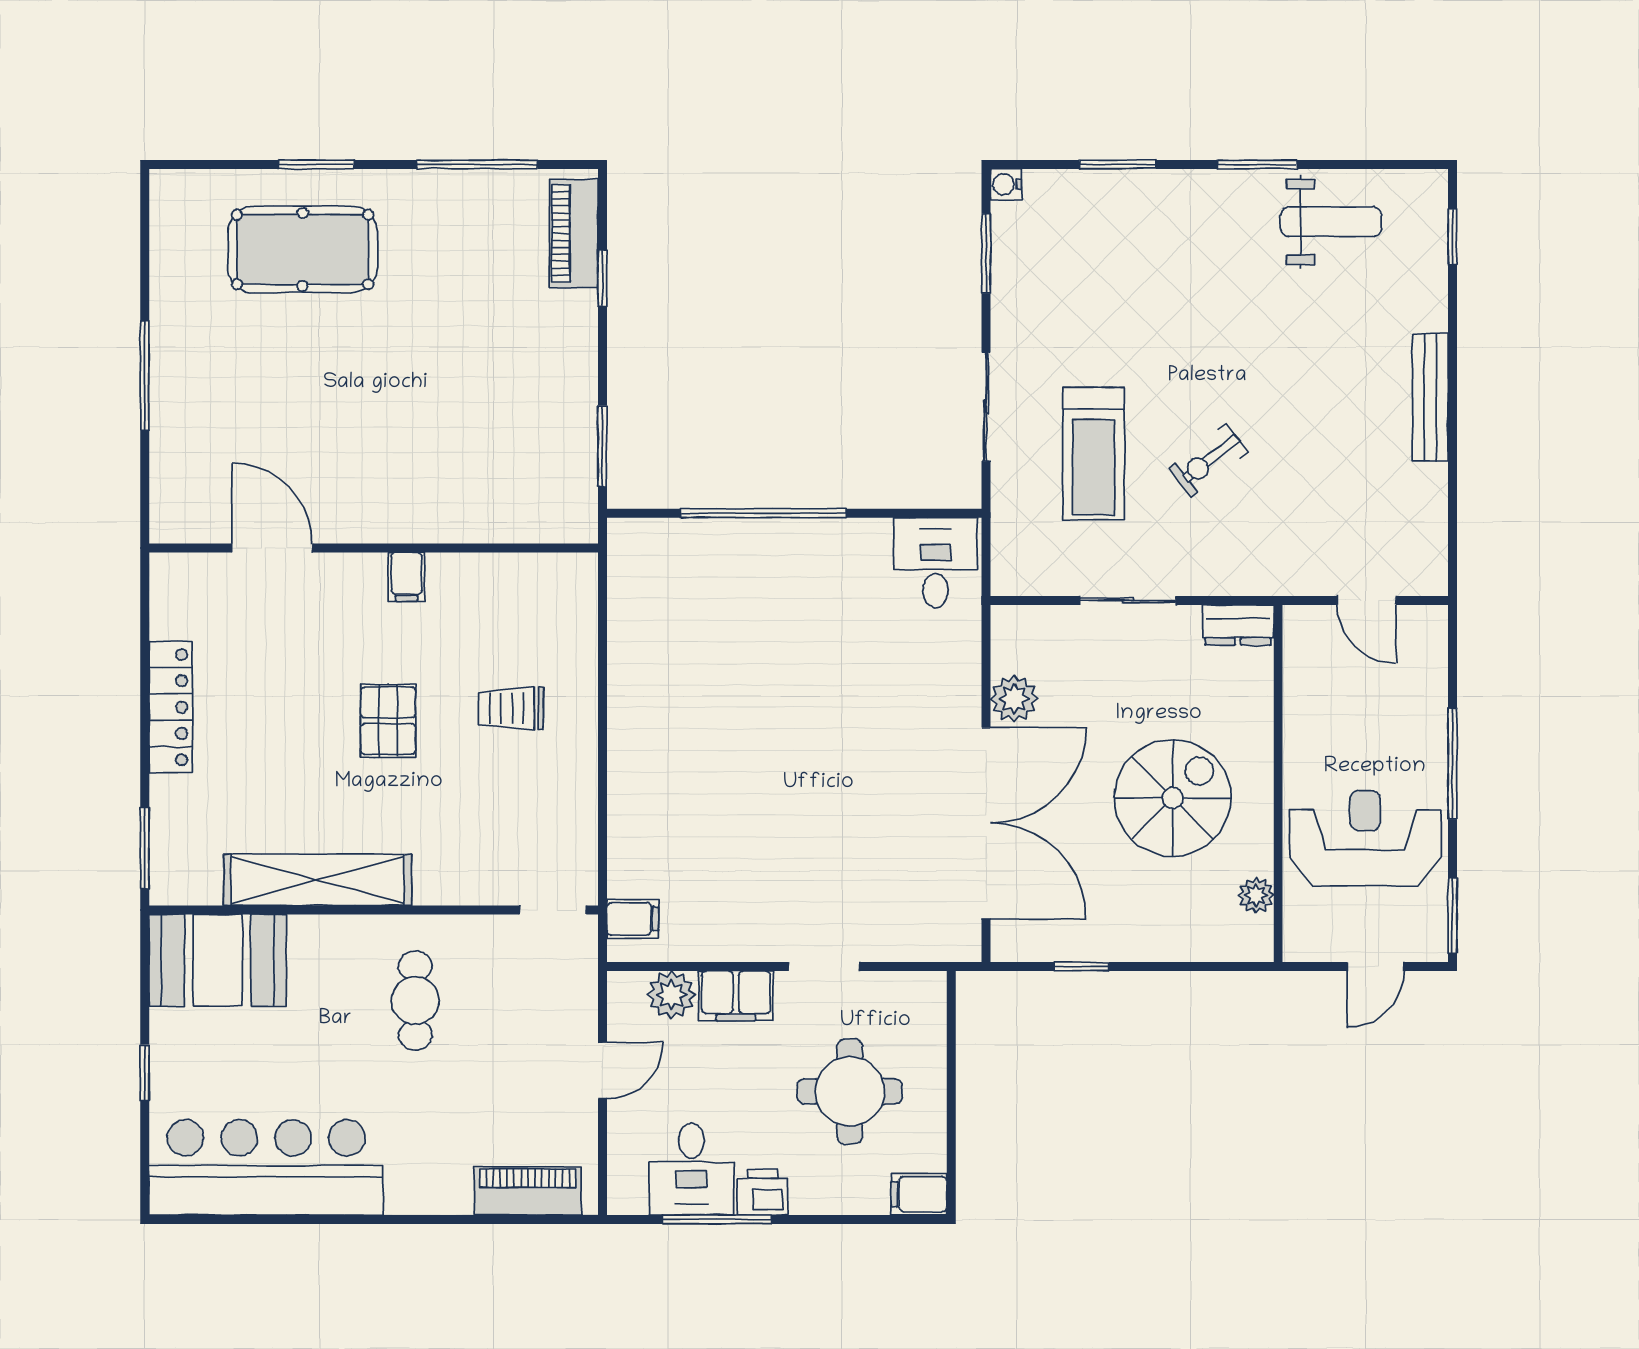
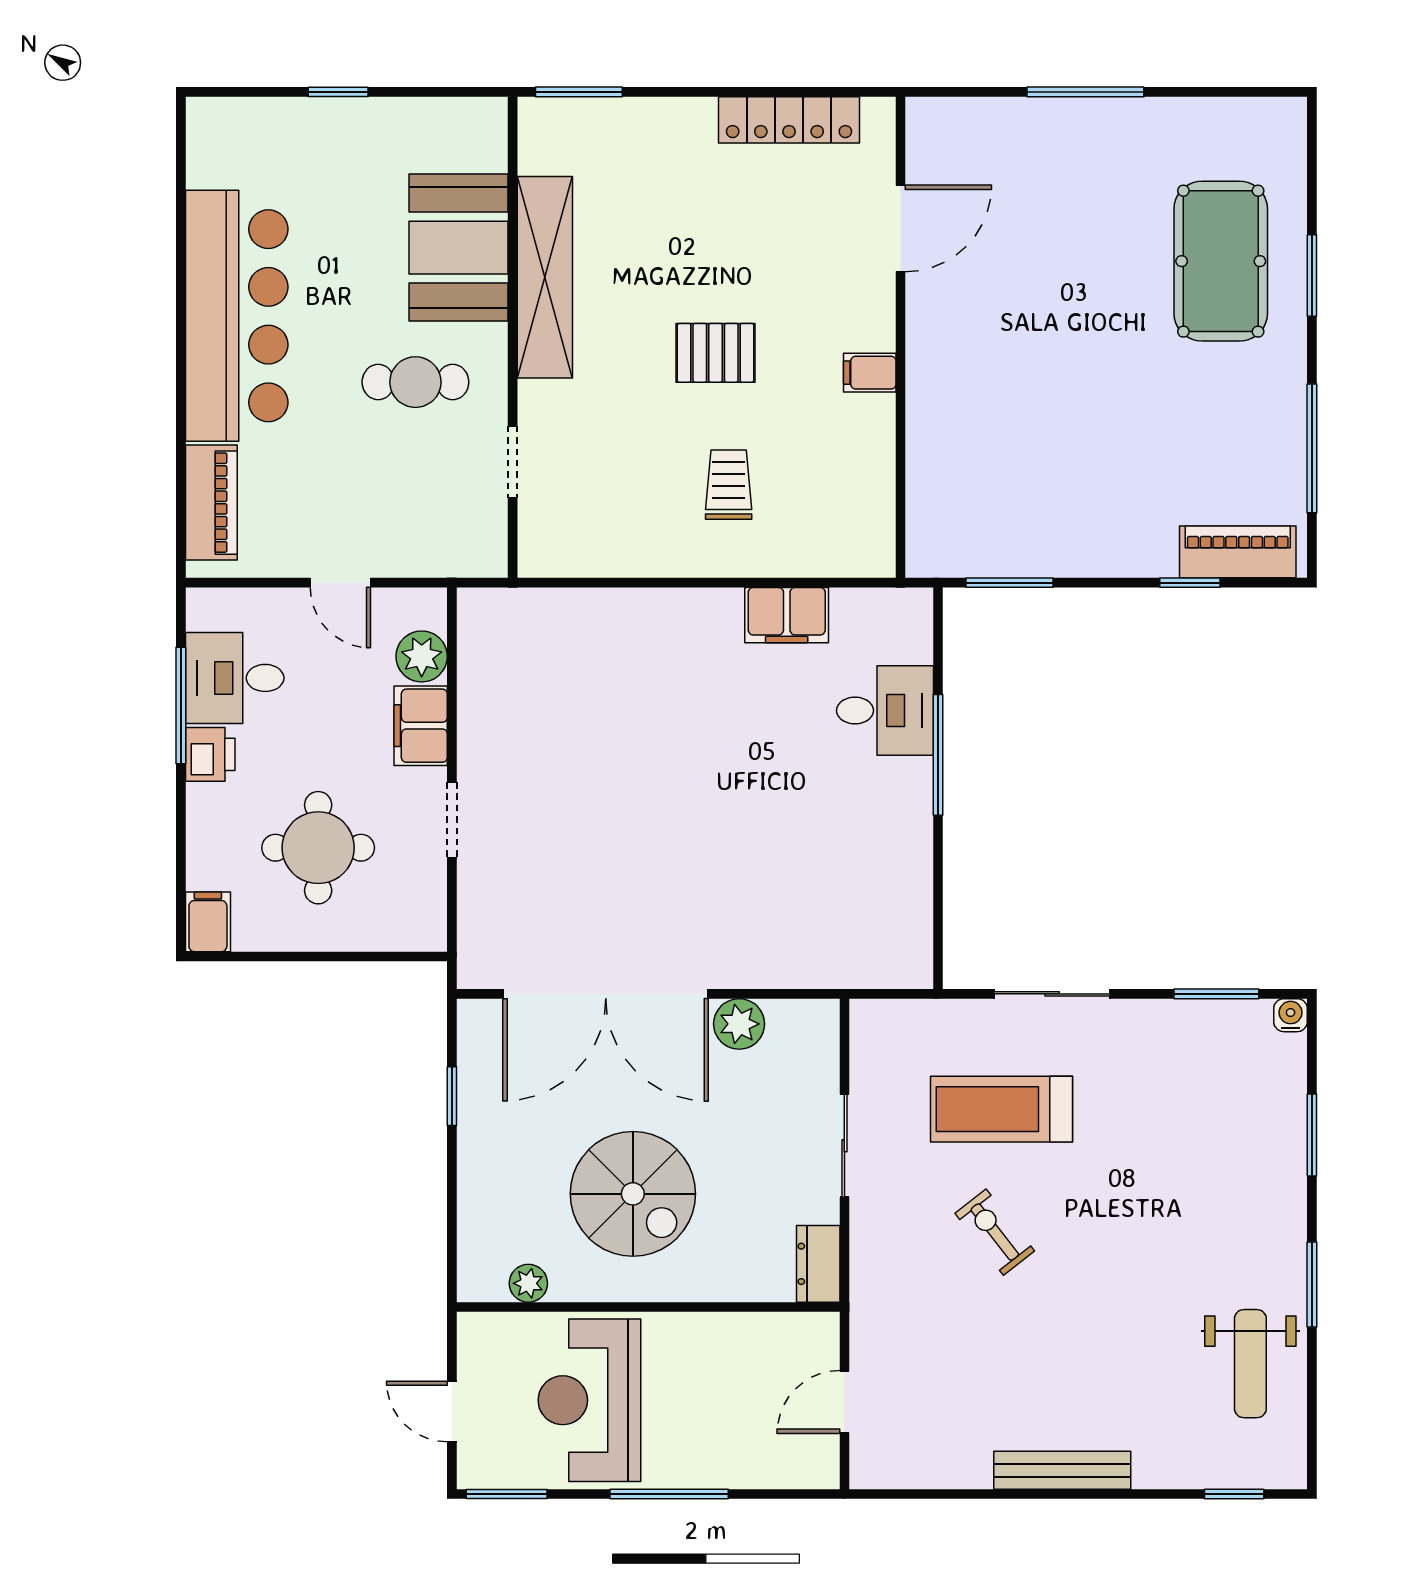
window: (763, 513) -> (938, 755), width x0.68
desk: (935, 563) -> (885, 711), moved
locker: (171, 707) -> (789, 120), moved
reception desk: (1365, 838) -> (589, 1400), turned 180
doorway: (553, 910) -> (513, 462), moved
filing cabinet: (633, 919) -> (787, 615), moved, width x2.00
booth: (218, 960) -> (459, 248), moved
bar counter: (266, 1167) -> (237, 316), moved

